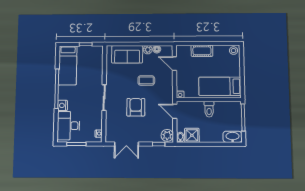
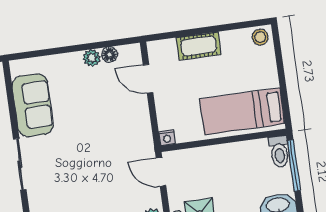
sofa: (127, 54) -> (33, 105), moved, turned -90
coffee table: (146, 80) -> (97, 119), removed
armchair: (136, 107) -> (84, 174), removed
toilet: (209, 109) -> (279, 151), moved

